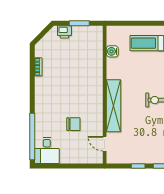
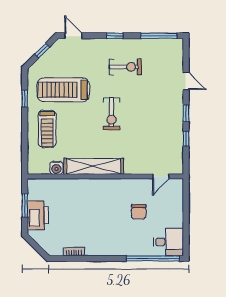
printer: (64, 32) -> (38, 215), width x1.87, depth x1.48
shelving: (114, 106) -> (94, 166), moved
chair: (73, 124) -> (139, 212), turned 180

